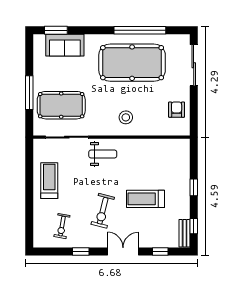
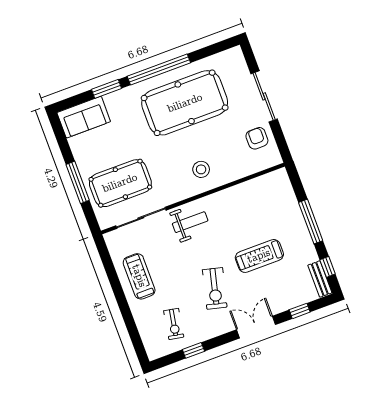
window: (56, 30) -> (106, 89), moved
window: (140, 30) -> (159, 69), moved
sofa: (65, 45) -> (84, 117), moved
sliding door: (194, 65) -> (264, 96), moved
window: (194, 187) -> (311, 222), width x2.17
window: (81, 252) -> (193, 350), moved

